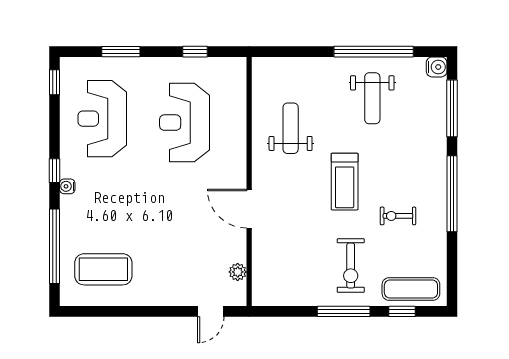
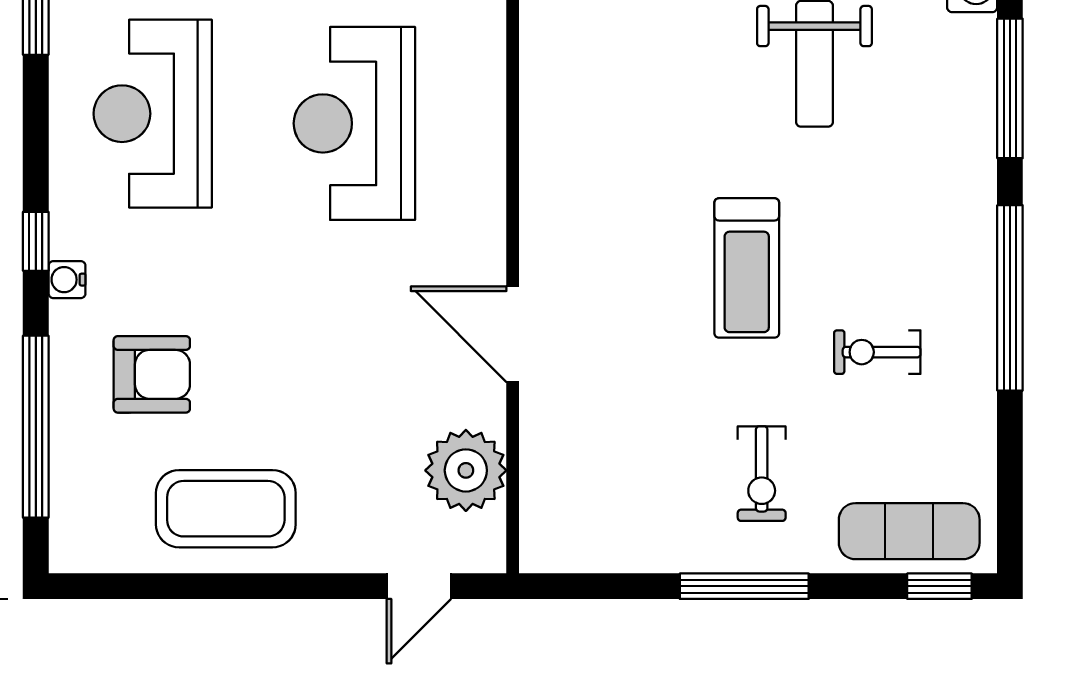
weight bench: (291, 128) -> (614, 137), removed
armchair: (102, 225) -> (152, 374), added
exercise bike: (351, 266) -> (762, 474), width x0.73, depth x0.72
coffee table: (103, 269) -> (226, 509), moved
plant: (238, 272) -> (466, 470), width x1.88, depth x1.88
window: (402, 311) -> (939, 586), moved

